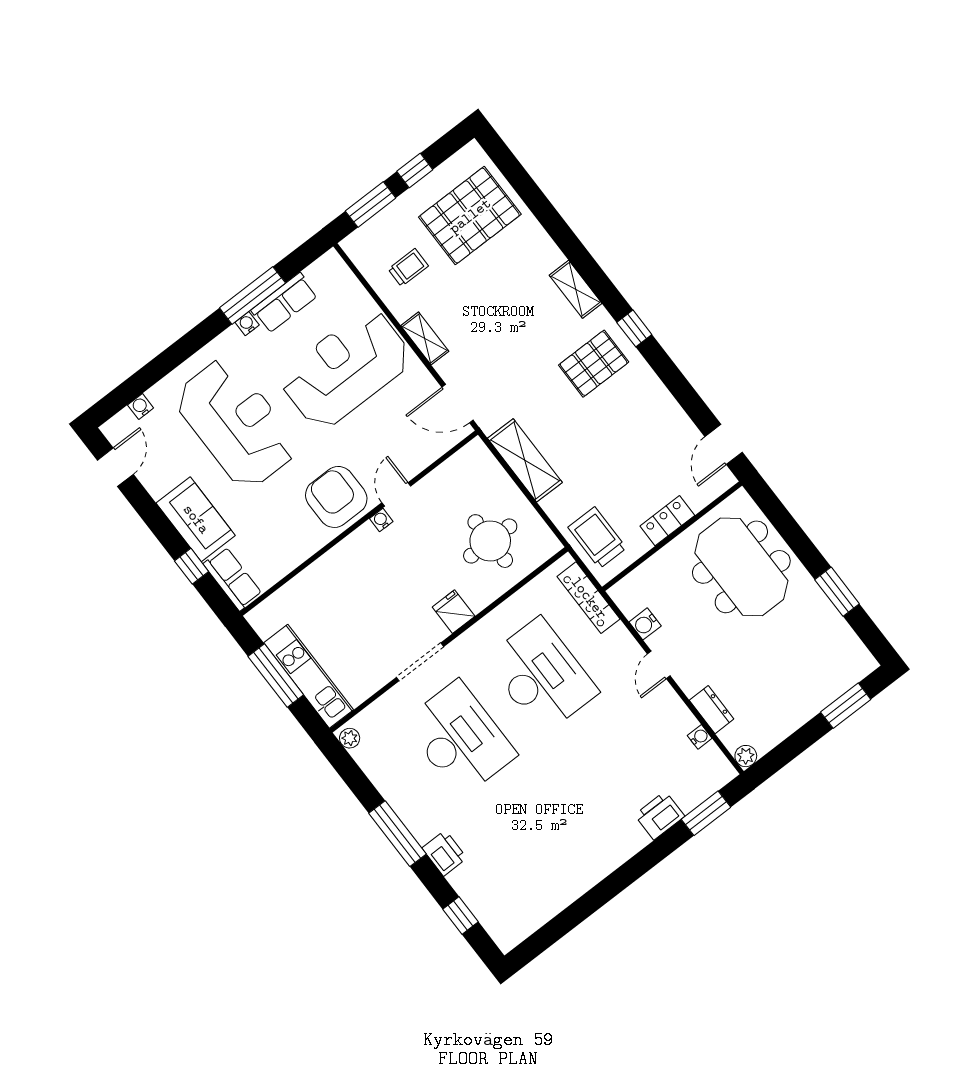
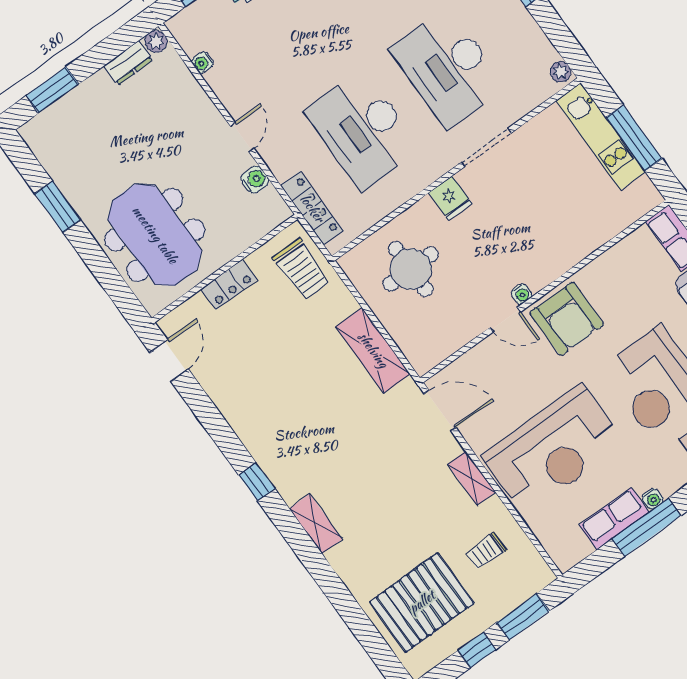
pallet: (594, 364) -> (300, 447), removed
door: (396, 494) -> (505, 320), hinge flipped
dresser: (712, 710) -> (128, 63), moved, turned -90

